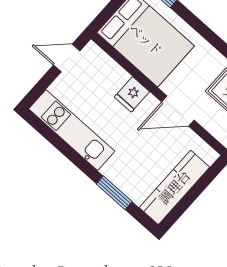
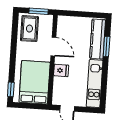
kitchen counter: (174, 187) -> (98, 39), moved, turned 90

